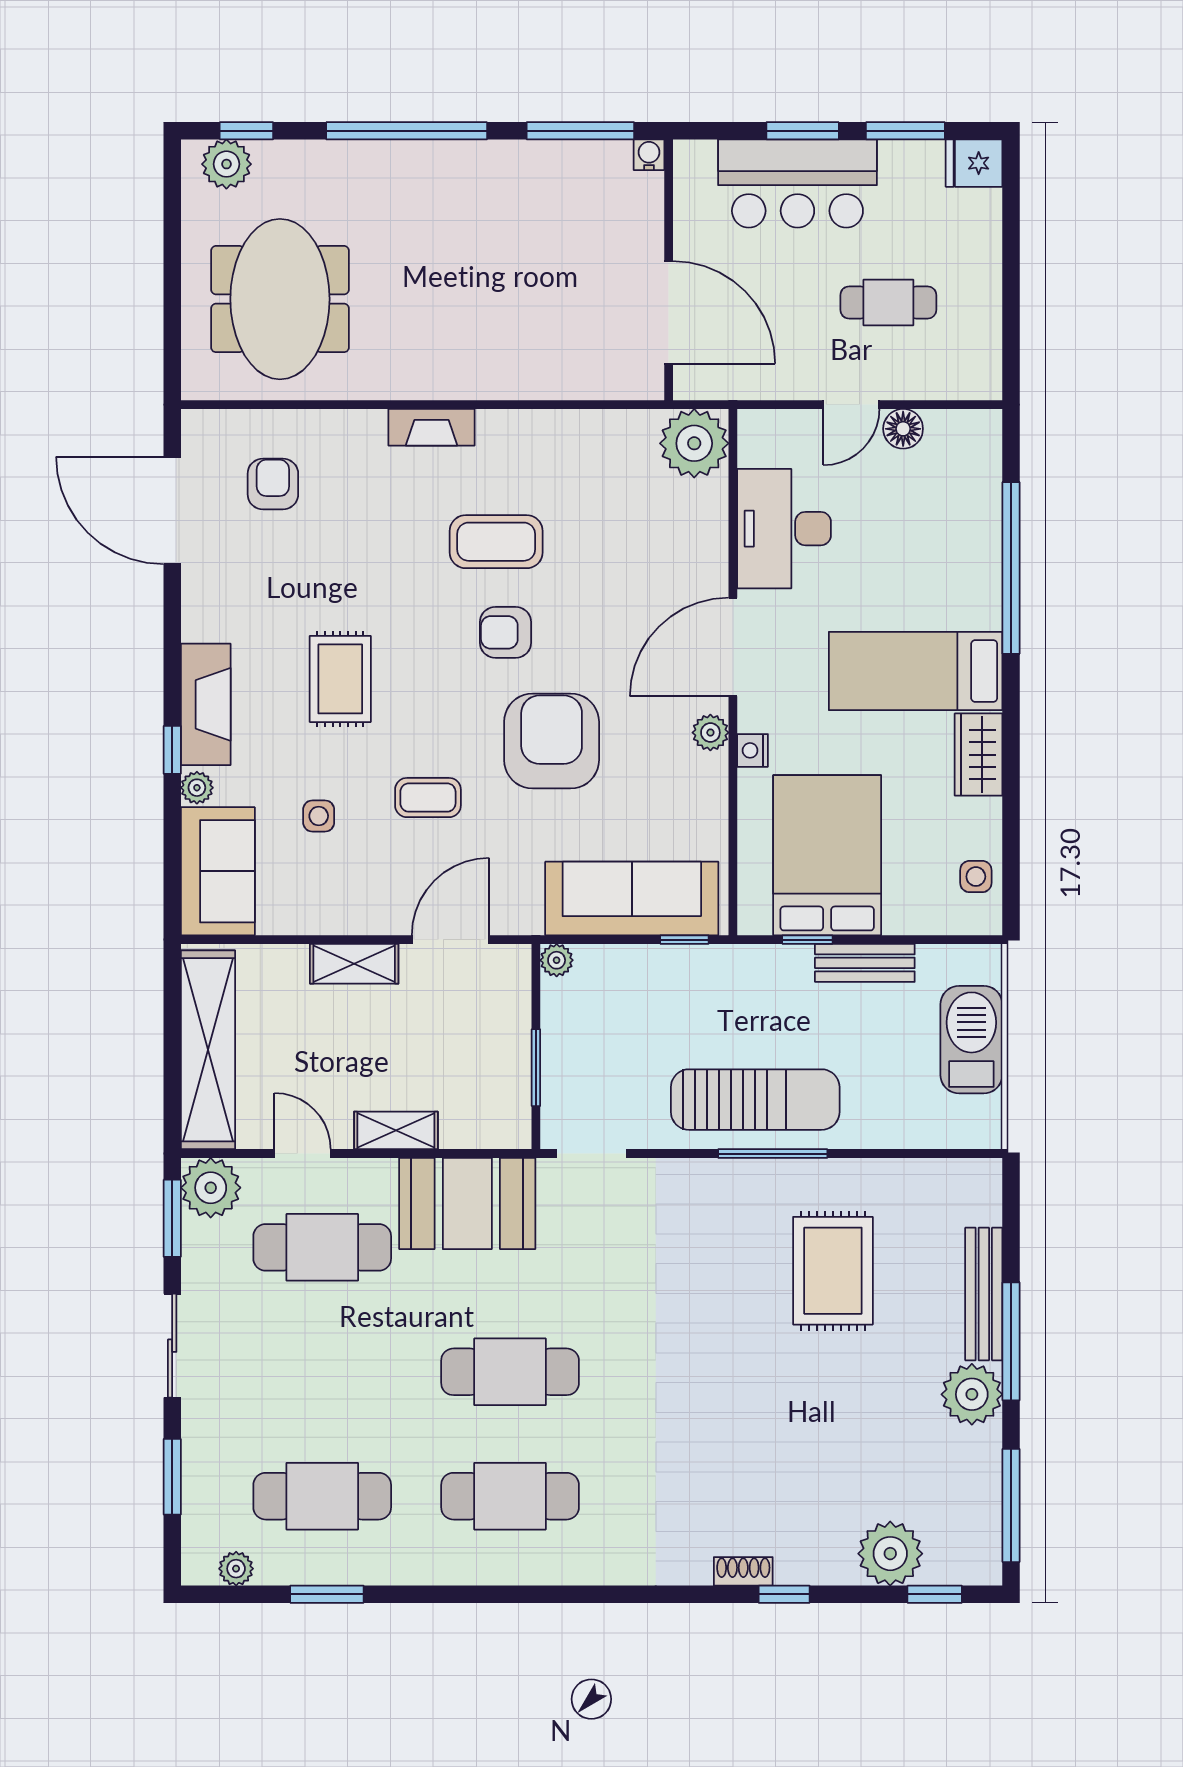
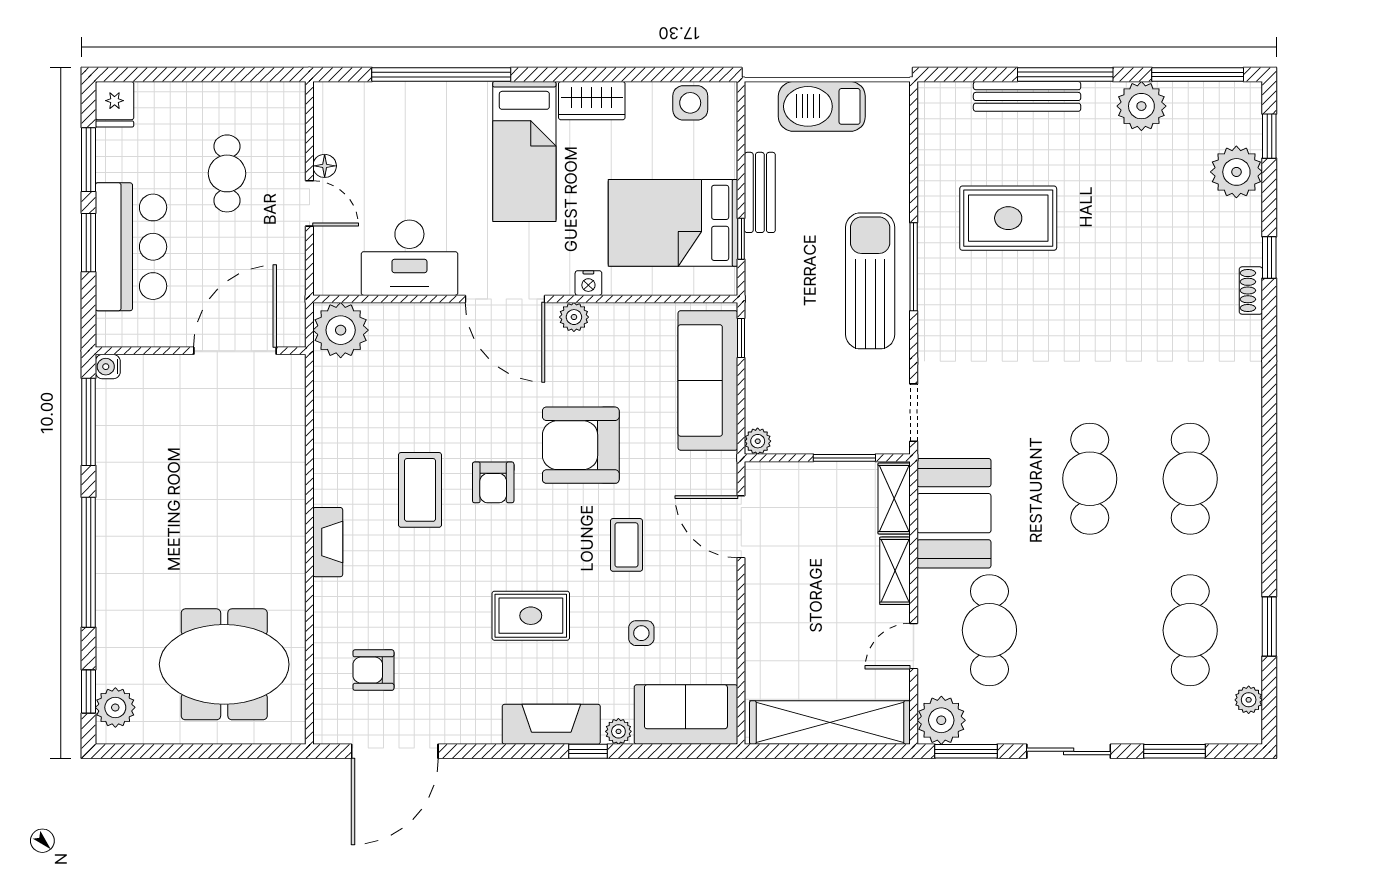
floor lamp: (903, 429) -> (325, 166), width x0.73, depth x0.73
side table: (976, 877) -> (690, 103), width x1.37, depth x1.37
shelving: (354, 964) -> (894, 499), moved
plant: (972, 1394) -> (1141, 106), moved

